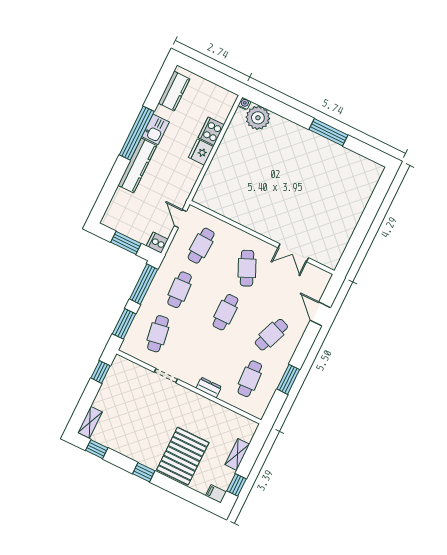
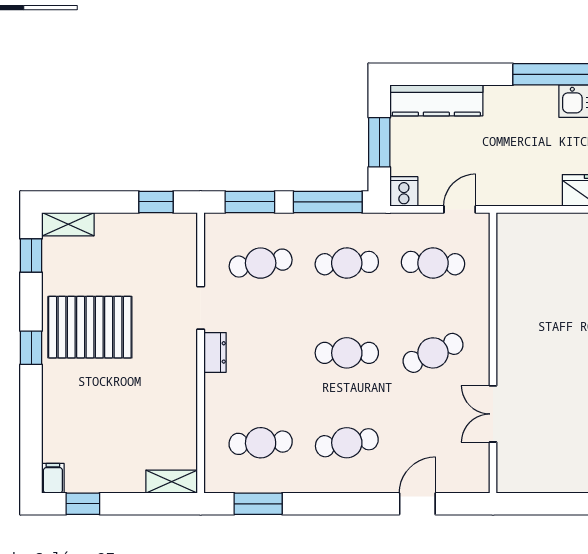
kitchen counter: (137, 165) -> (436, 100), moved
cafe table: (271, 335) -> (347, 443), turned -30
window: (288, 379) -> (258, 504), moved
dresser: (209, 388) -> (215, 352), moved
shelving: (237, 454) -> (172, 482), moved
pallet: (183, 456) -> (90, 327), moved

